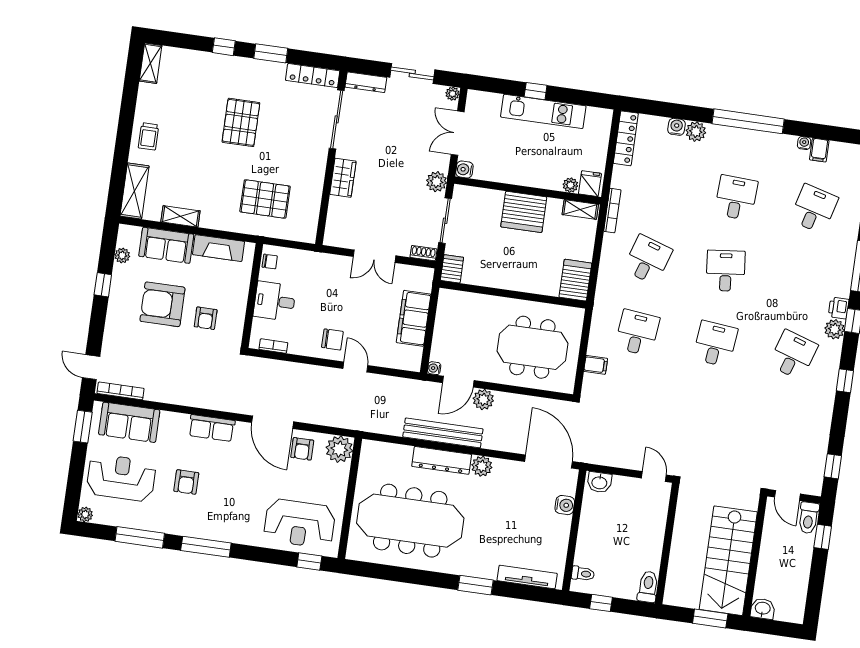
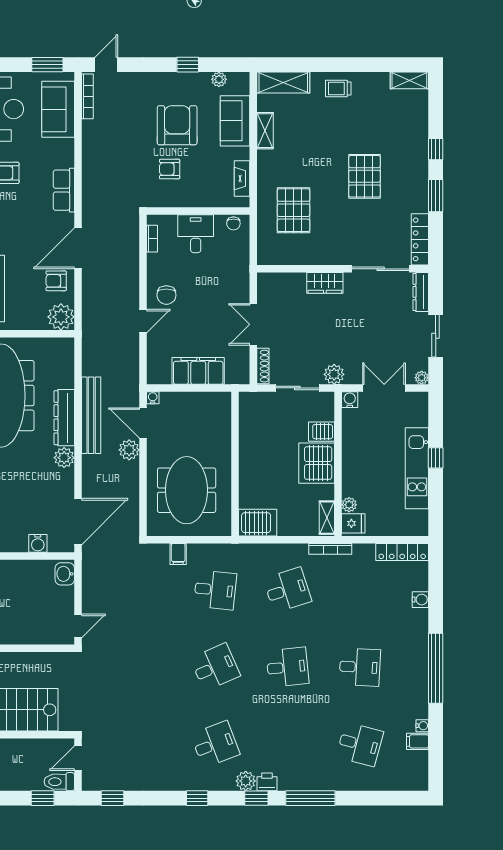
pallet: (241, 122) -> (364, 176), turned 90
plant: (696, 132) -> (418, 619), removed
fireplace: (219, 248) -> (242, 178), width x0.73, depth x0.76
shoe rack: (423, 253) -> (263, 366), width x1.43
desk: (648, 260) -> (287, 590), turned -36
server rack: (452, 269) -> (322, 432), moved, turned 180
desk: (715, 344) -> (215, 667), turned -30
desk: (793, 355) -> (215, 744), turned -39

